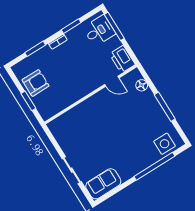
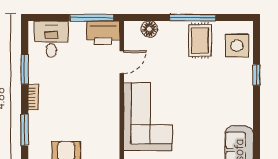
window: (114, 26) -> (92, 17), moved
corner sofa: (89, 117) -> (148, 117), added
rug: (154, 120) -> (200, 41), added
window: (154, 166) -> (256, 75), width x0.32

